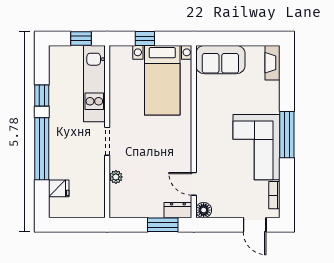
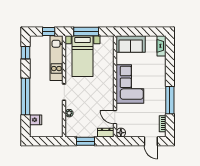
window: (145, 38) -> (86, 32), width x2.17
bed with nightstands: (162, 80) -> (83, 56), moved
window: (42, 95) -> (25, 53), moved
window: (287, 135) -> (170, 100), moved
corner sofa: (257, 147) -> (130, 84), moved, turned 180
window: (163, 225) -> (85, 141), moved

